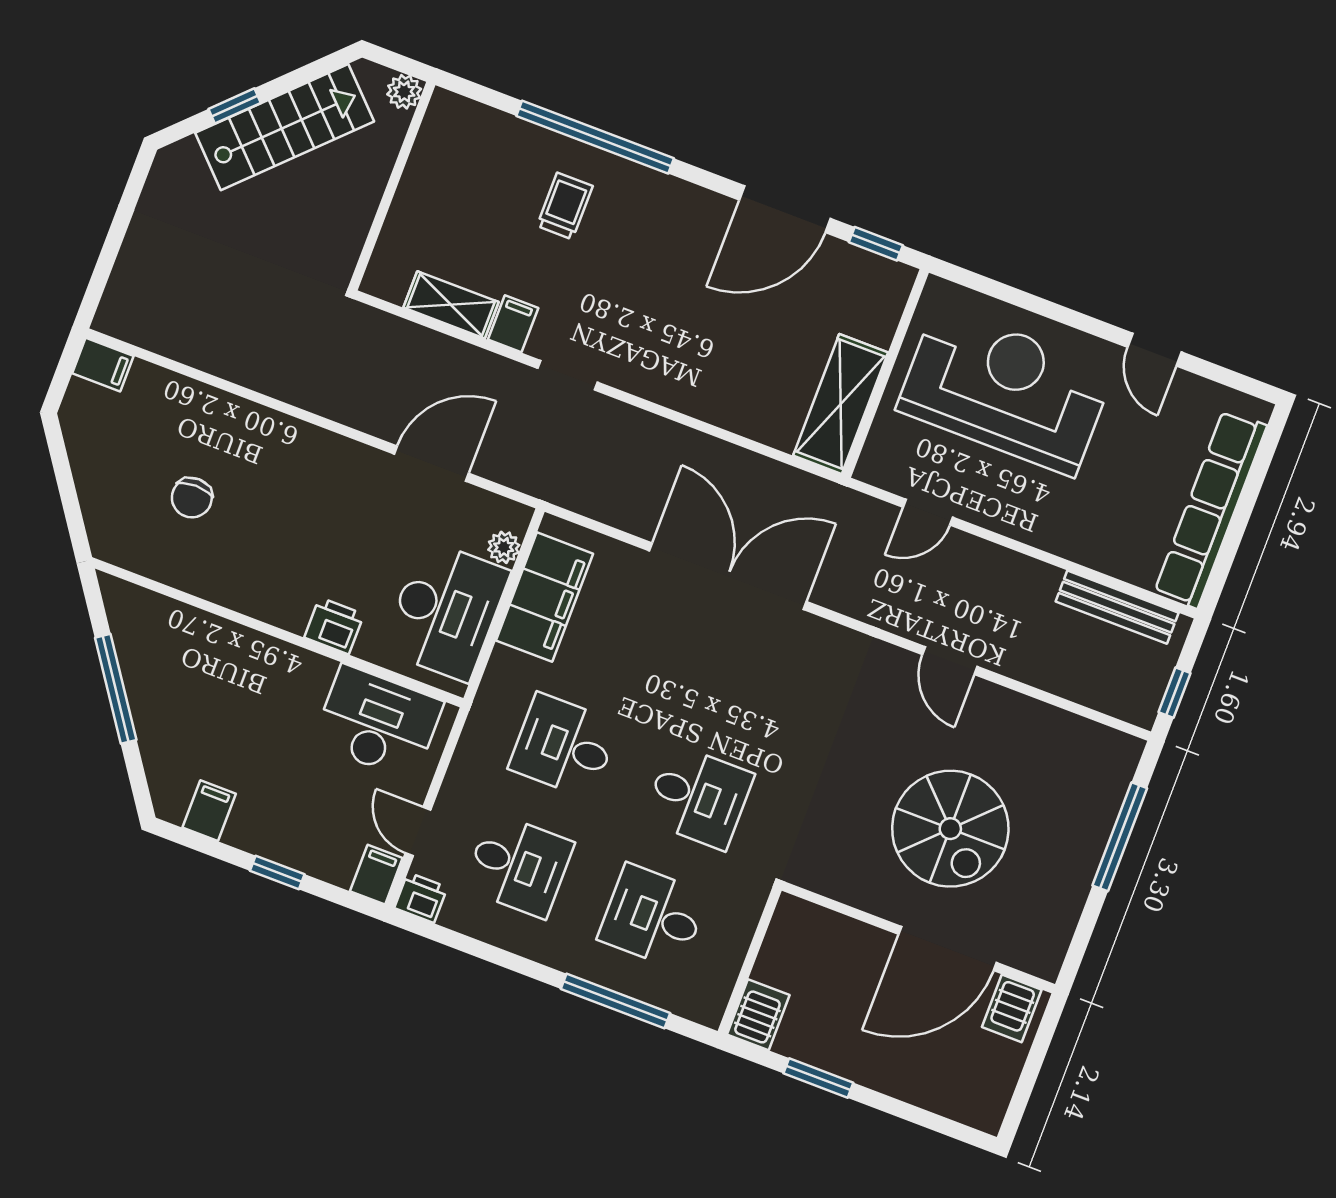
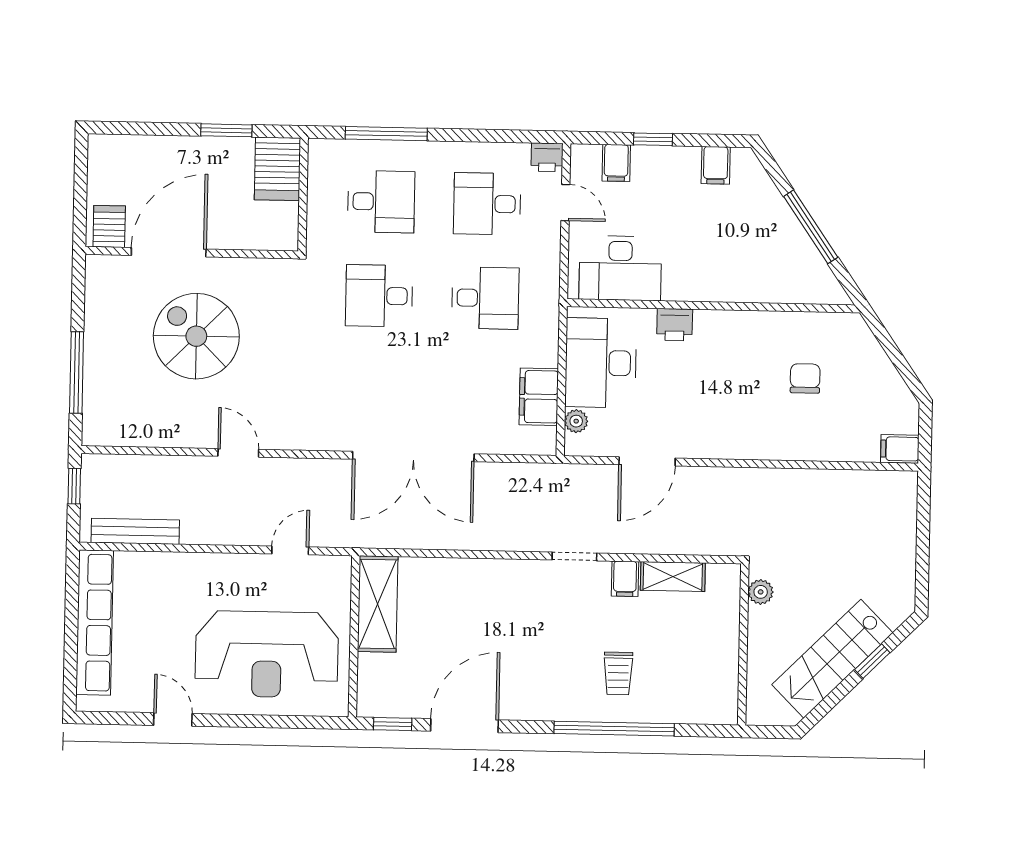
plant: (404, 92) -> (761, 592), moved
filing cabinet: (545, 597) -> (539, 397), width x0.67, depth x0.86
filing cabinet: (376, 875) -> (616, 163), moved
server rack: (758, 1015) -> (277, 169), width x1.36, depth x1.44

